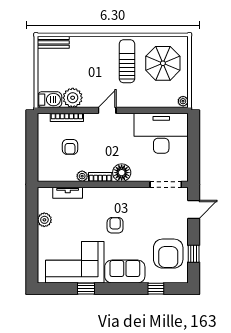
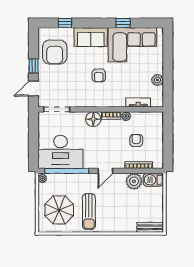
window: (154, 110) -> (67, 171), added
armchair: (168, 254) -> (55, 52), turned 180
window: (194, 254) -> (34, 66), moved

